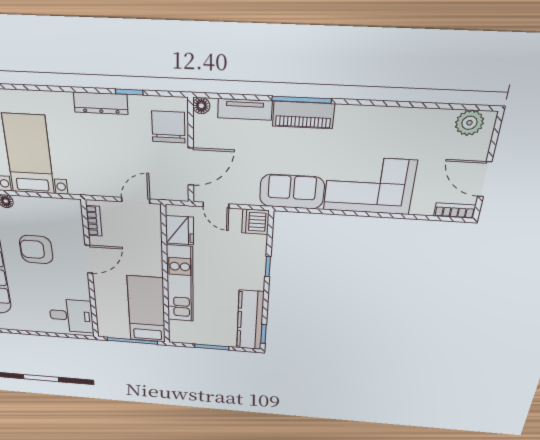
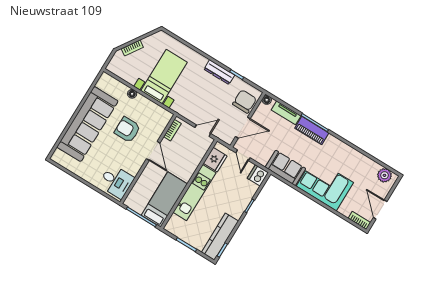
door: (89, 259) -> (153, 151), hinge flipped

